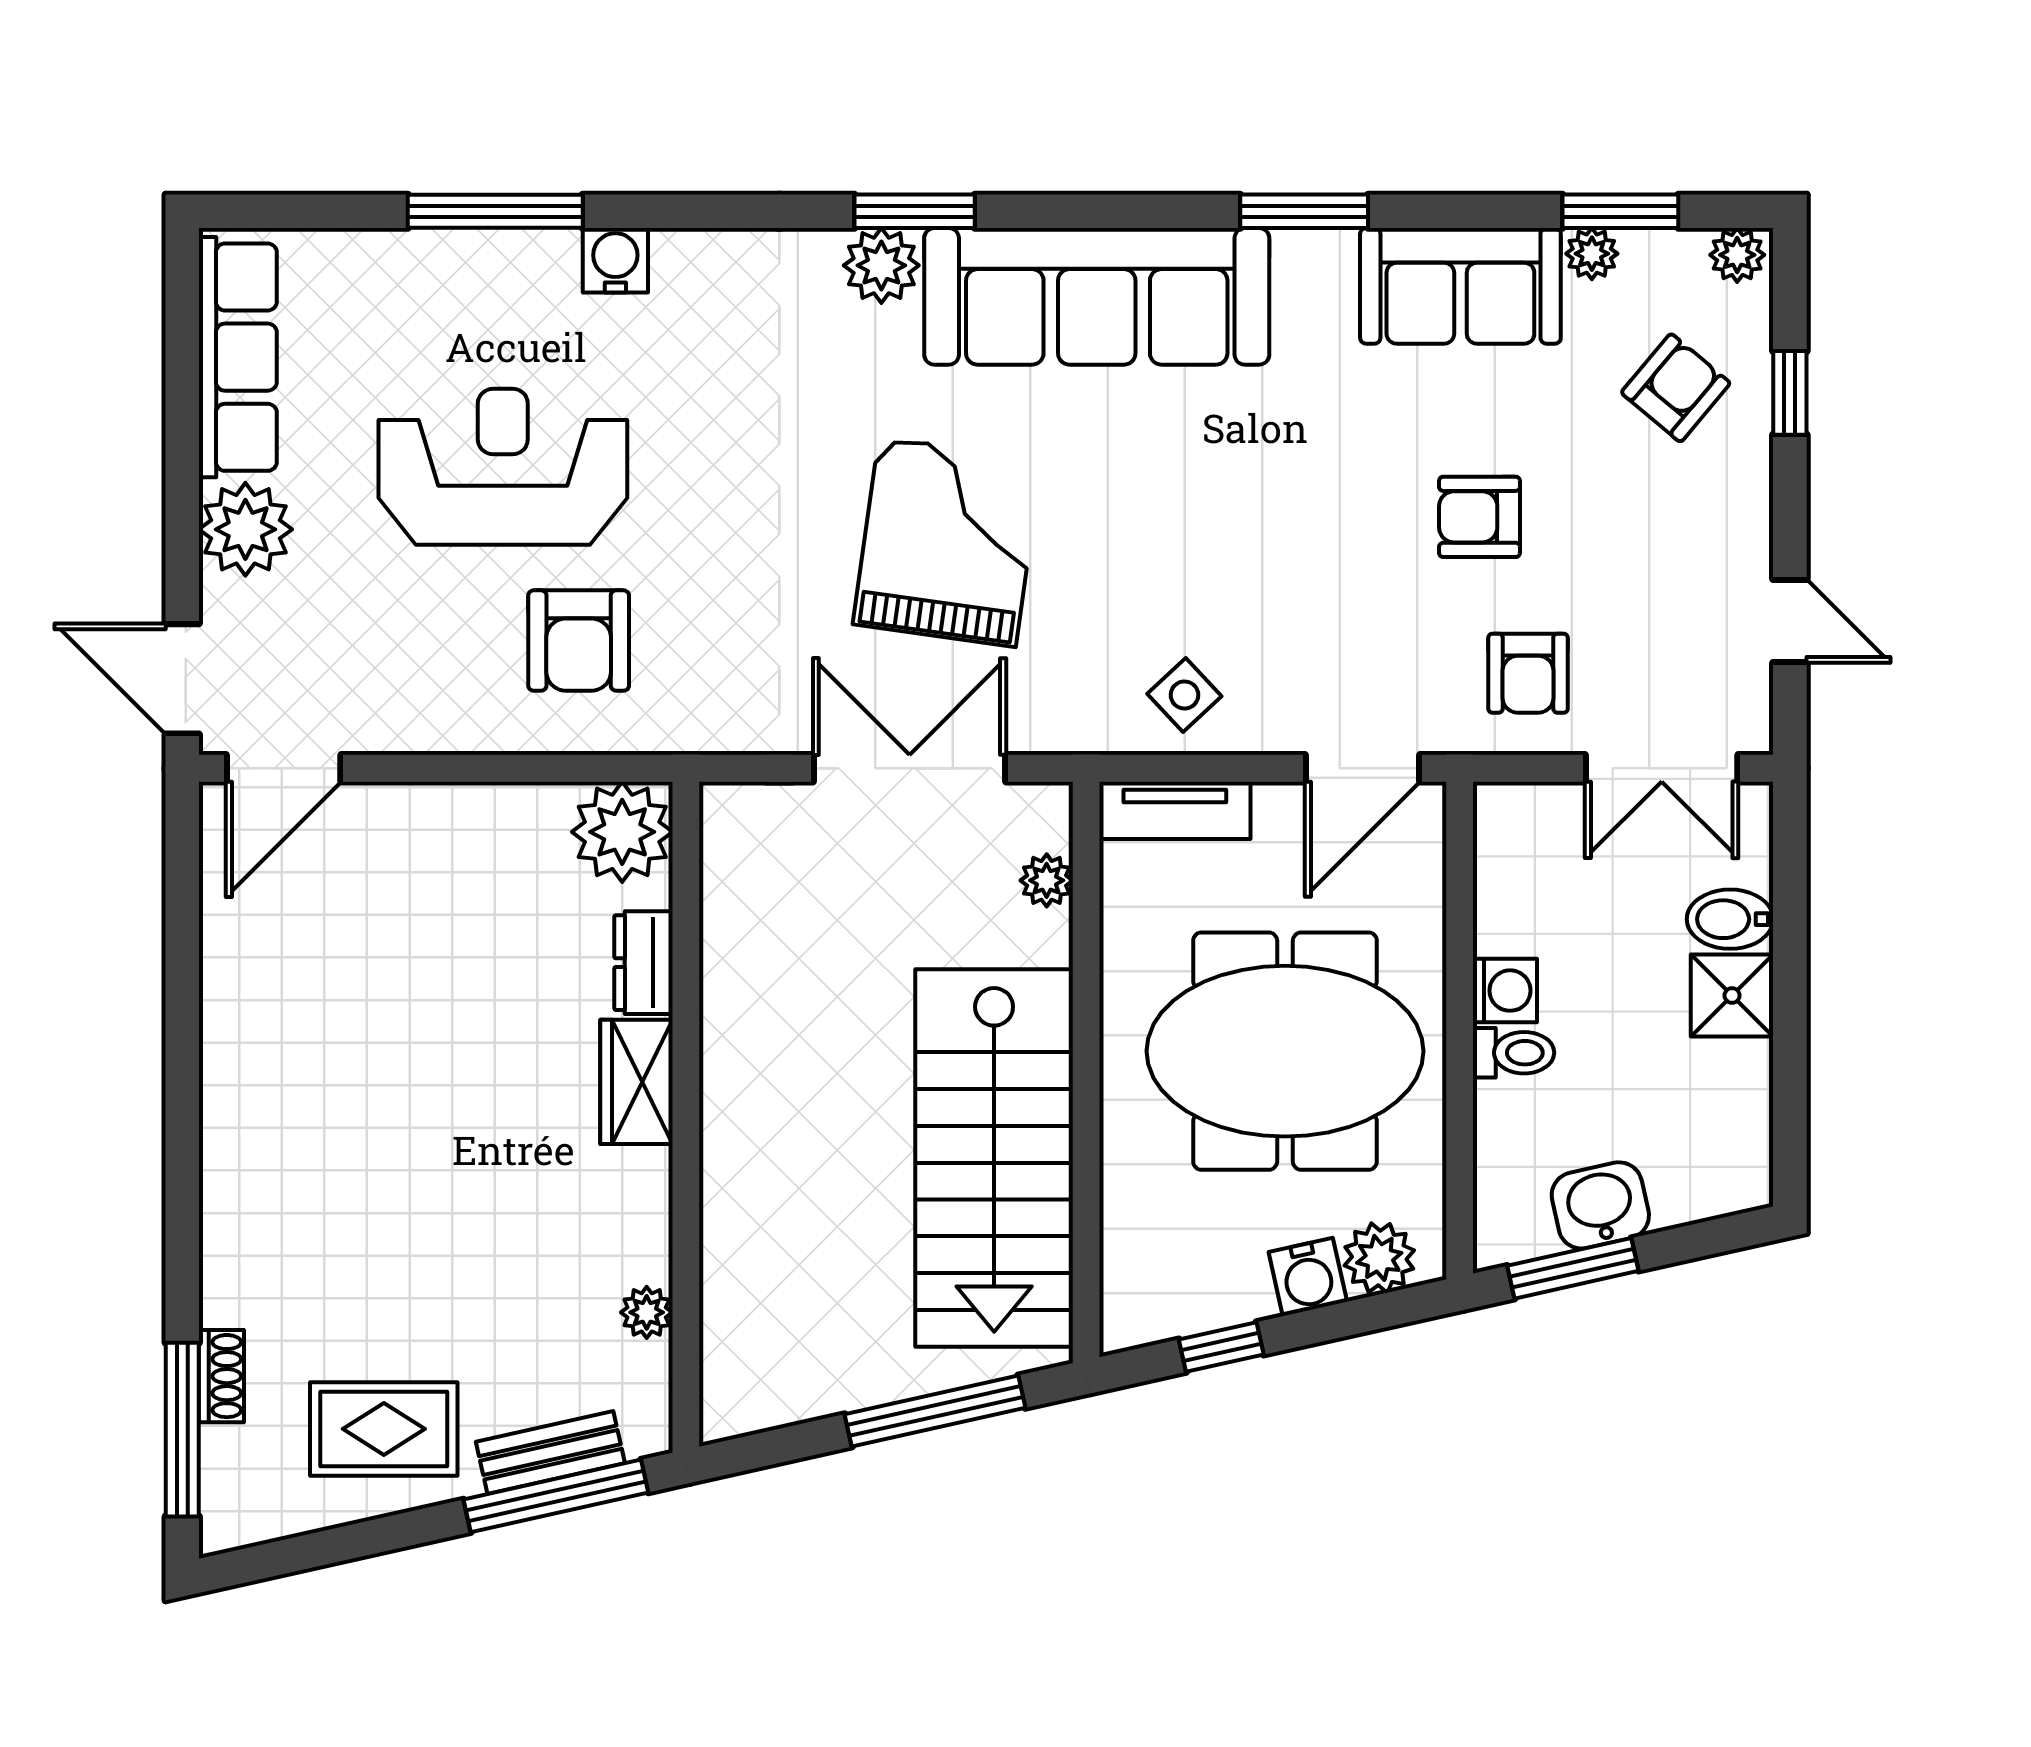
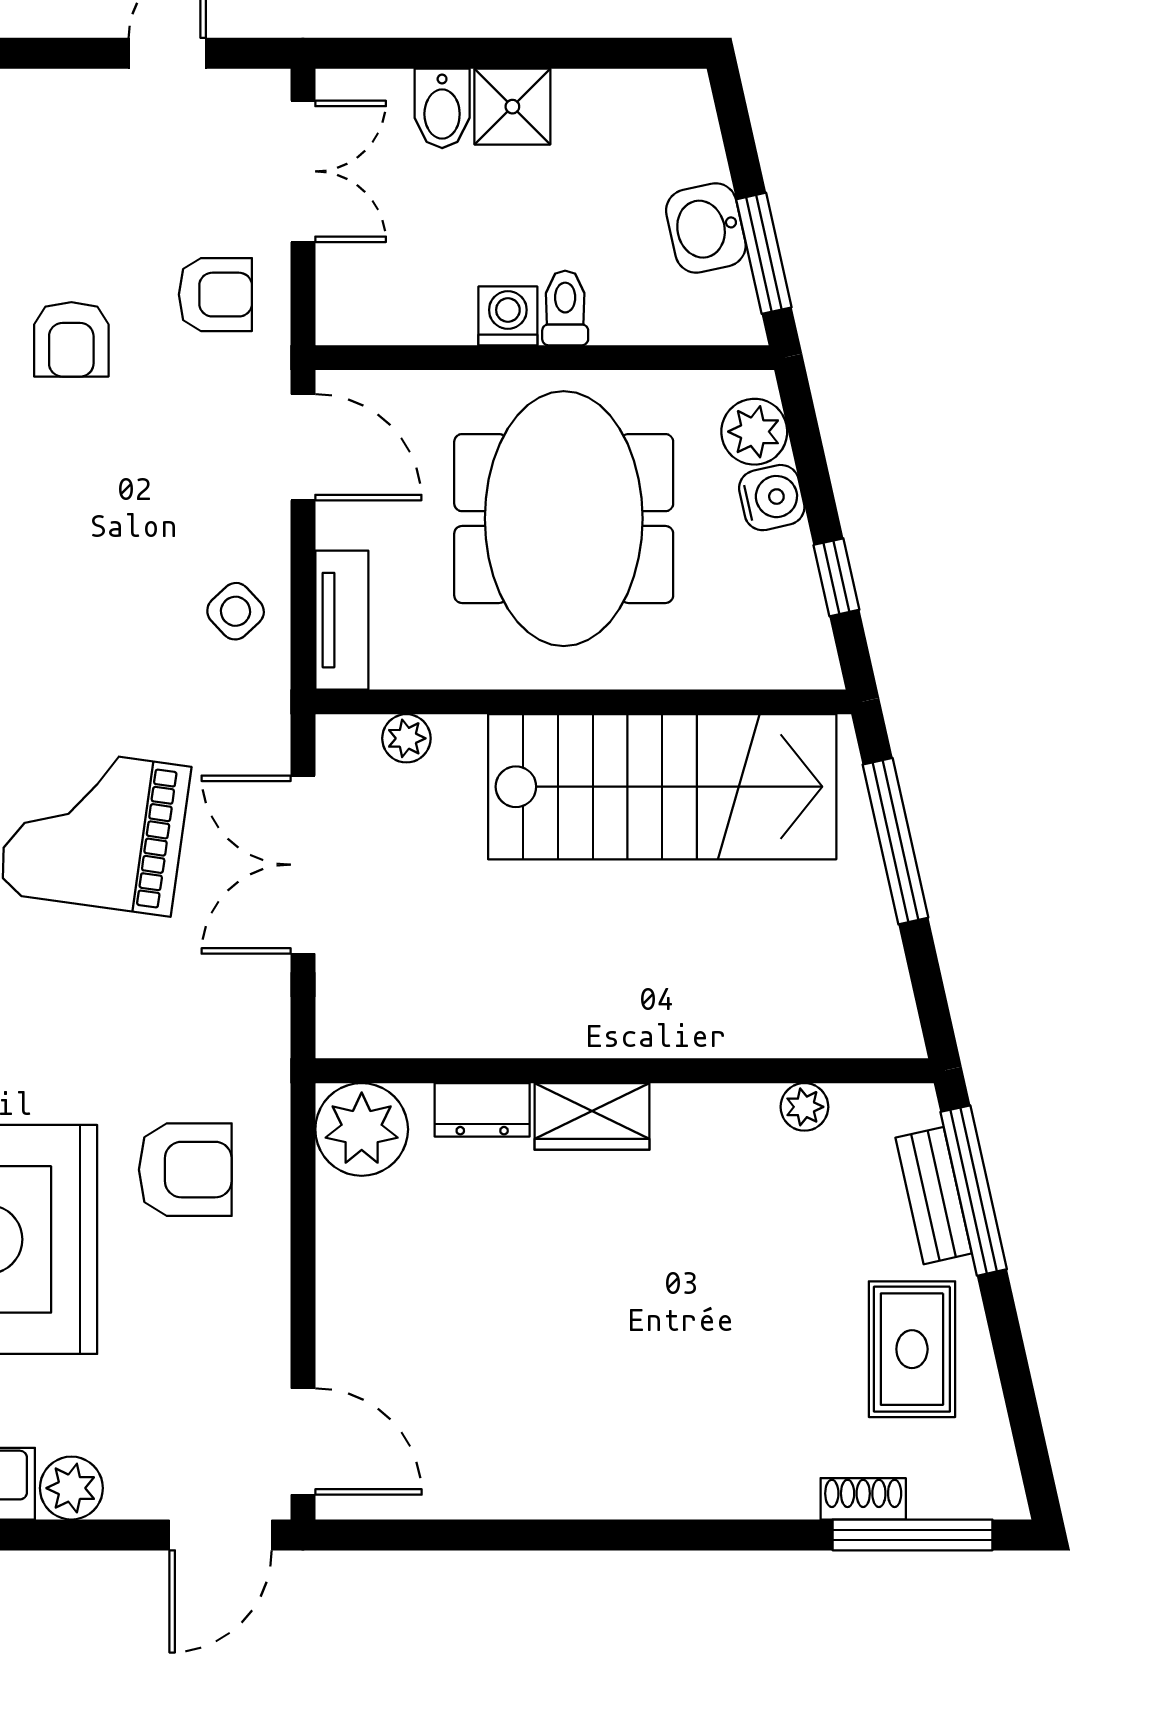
plant: (245, 529) -> (71, 1488), width x0.73, depth x0.73

